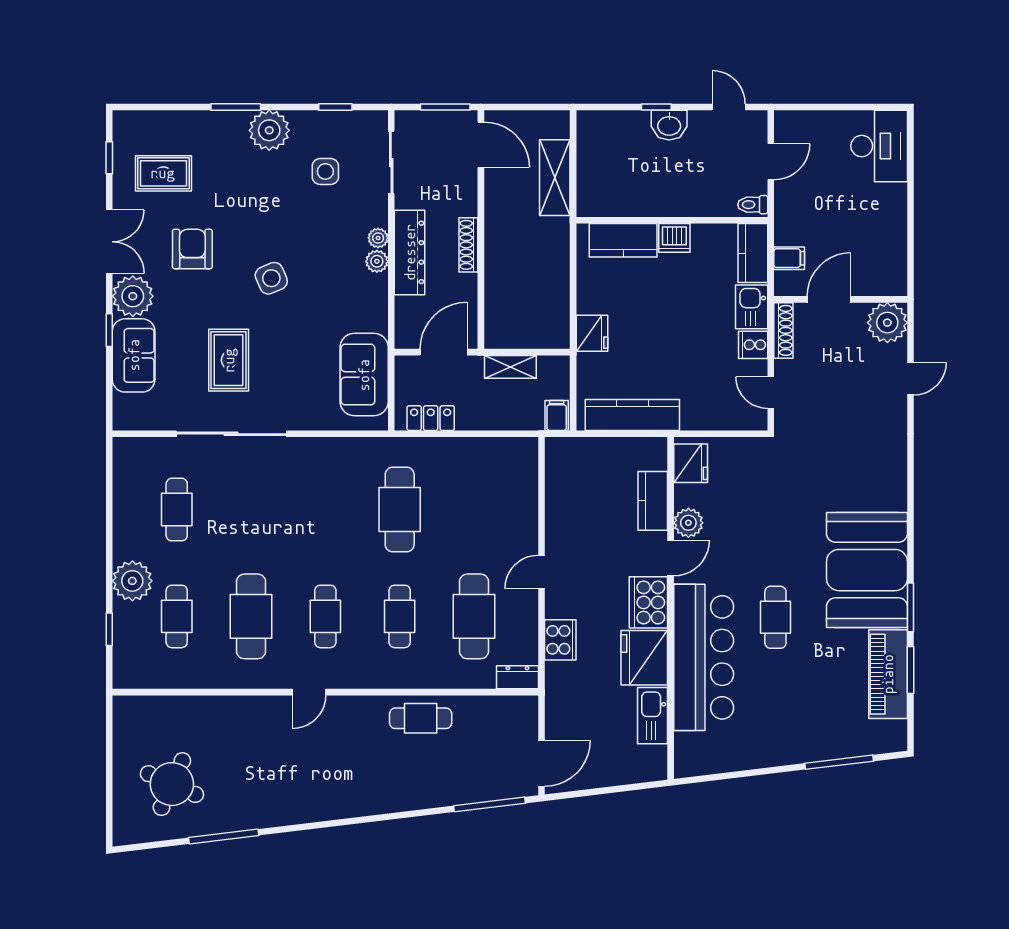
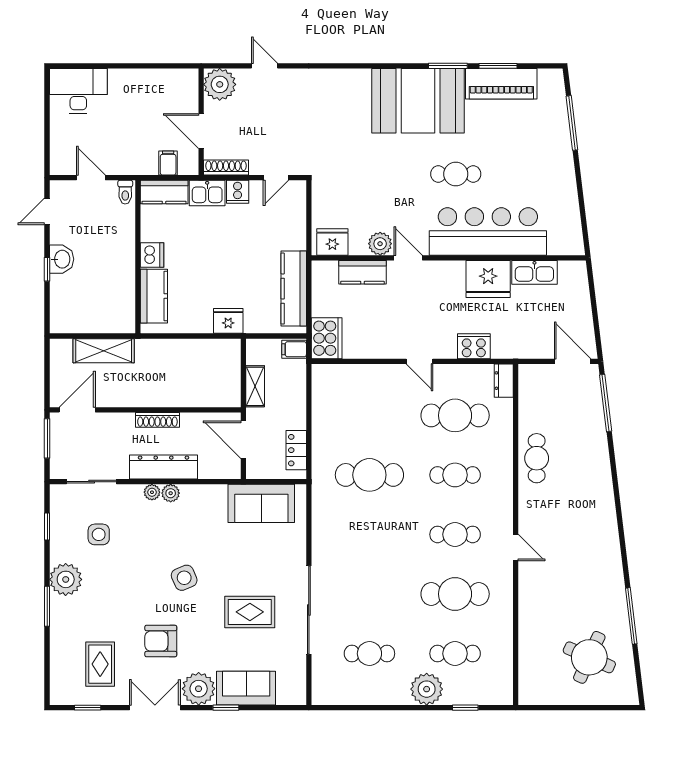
cooker: (648, 602) -> (327, 338), moved, turned -90

